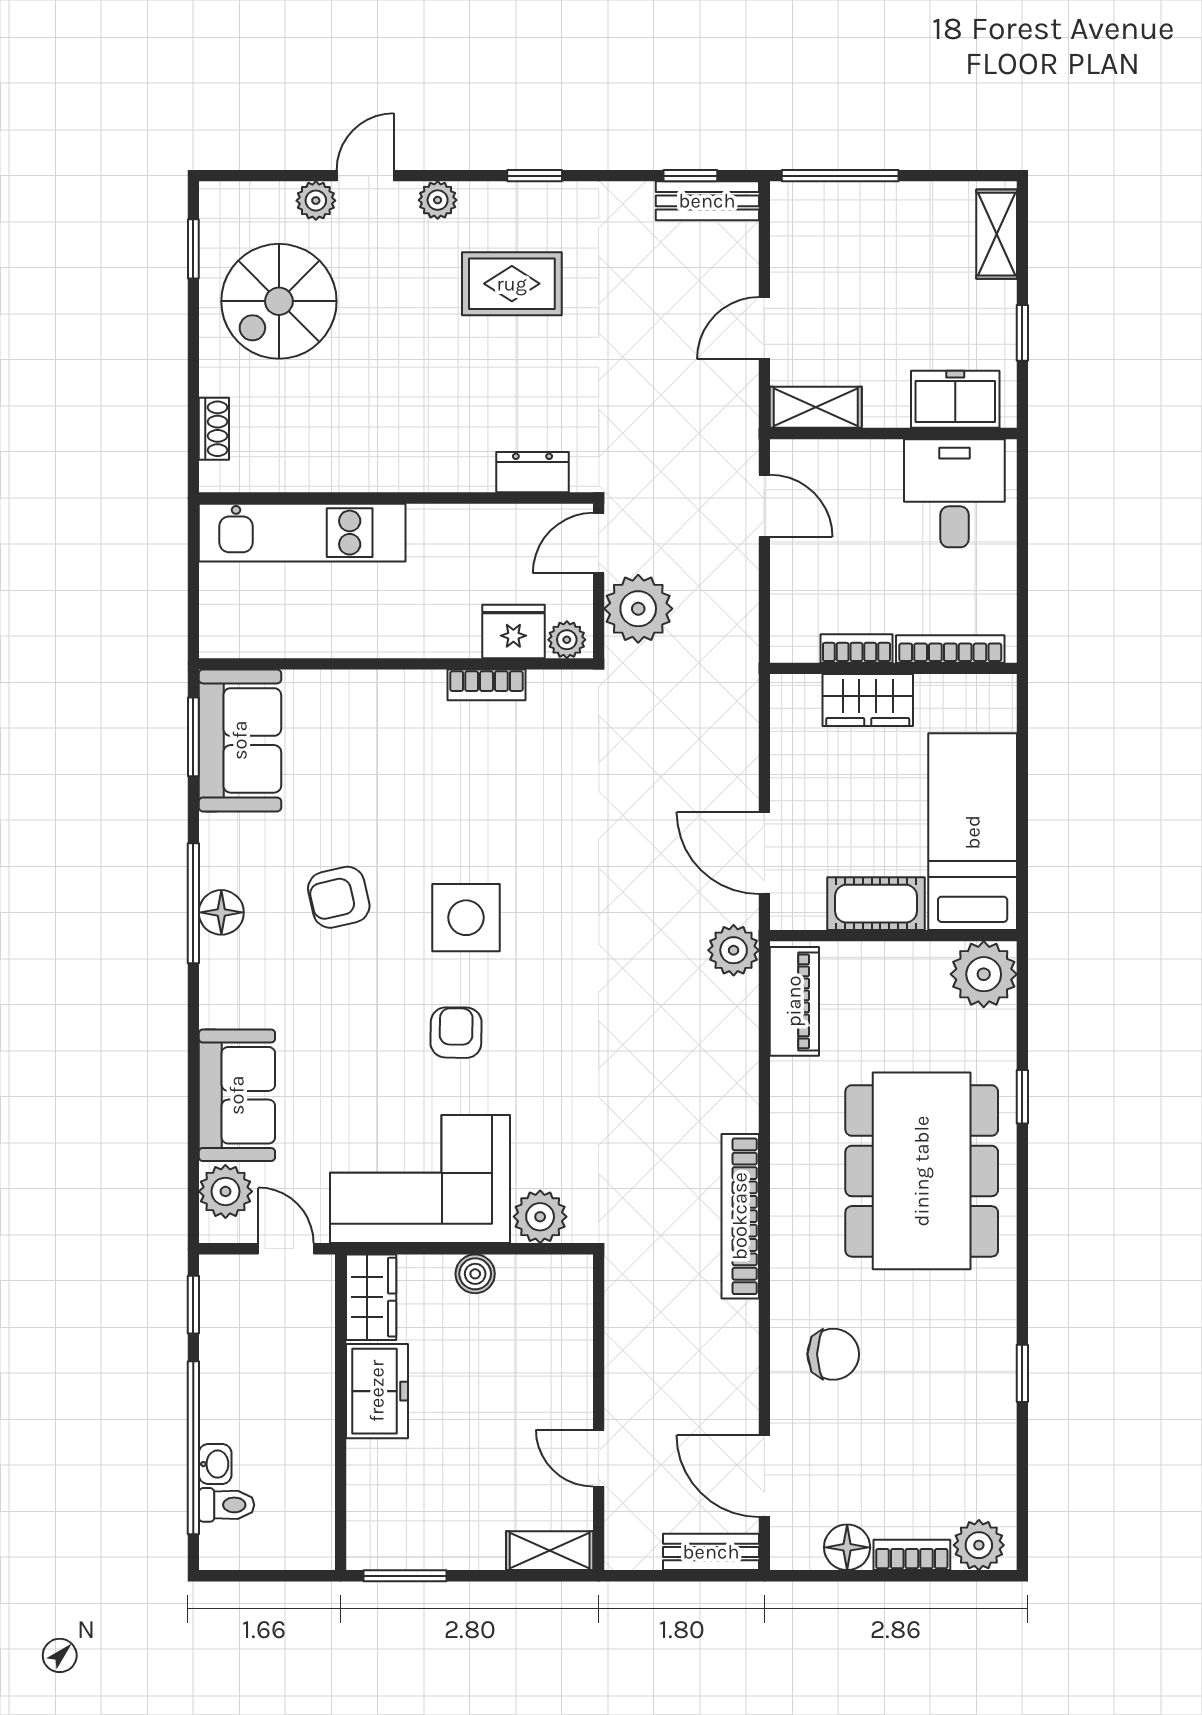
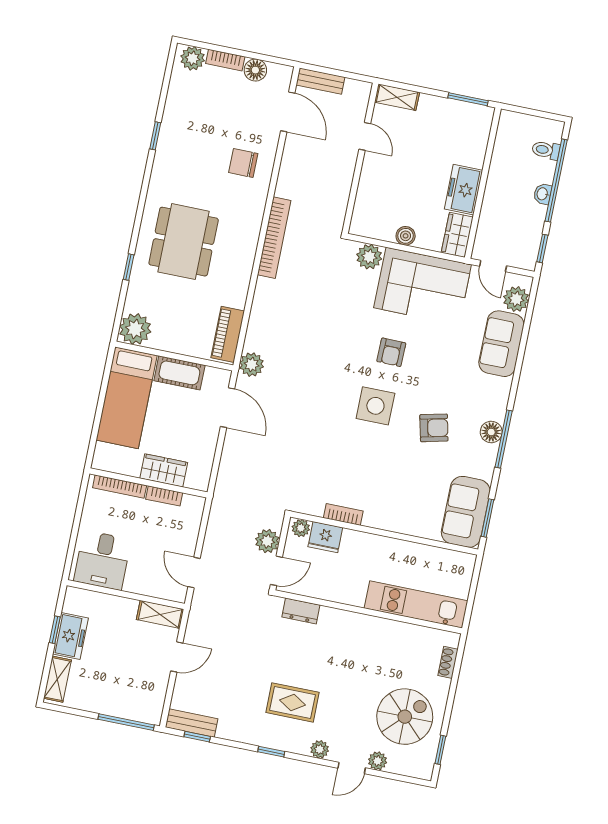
freezer: (955, 399) -> (70, 636), moved, turned -90
plant: (638, 609) -> (267, 541), width x0.73, depth x0.73
dining table: (922, 1171) -> (184, 242), width x0.73, depth x0.80
washbasin: (215, 1464) -> (543, 194), moved

